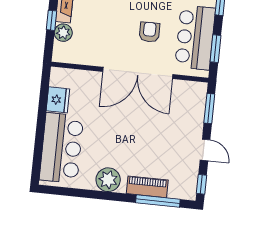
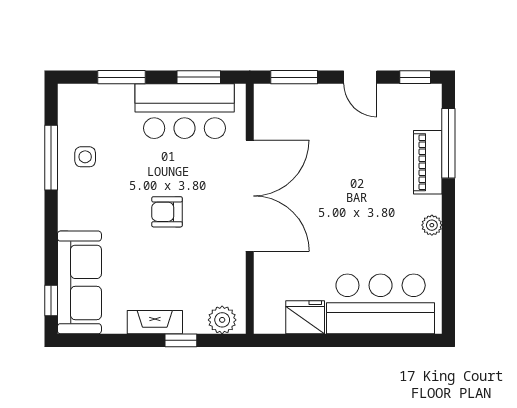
armchair: (149, 32) -> (167, 212), moved
plant: (63, 33) -> (222, 320), moved
door: (205, 150) -> (360, 77), swing flipped
plant: (108, 180) -> (432, 225), width x0.53, depth x0.53

